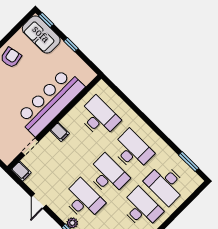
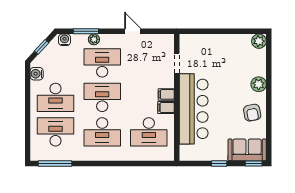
window: (189, 162) -> (55, 164), width x1.44
filing cabinet: (21, 171) -> (166, 108), moved
desk: (108, 175) -> (102, 97), turned 180
desk: (83, 200) -> (102, 63), turned 180

